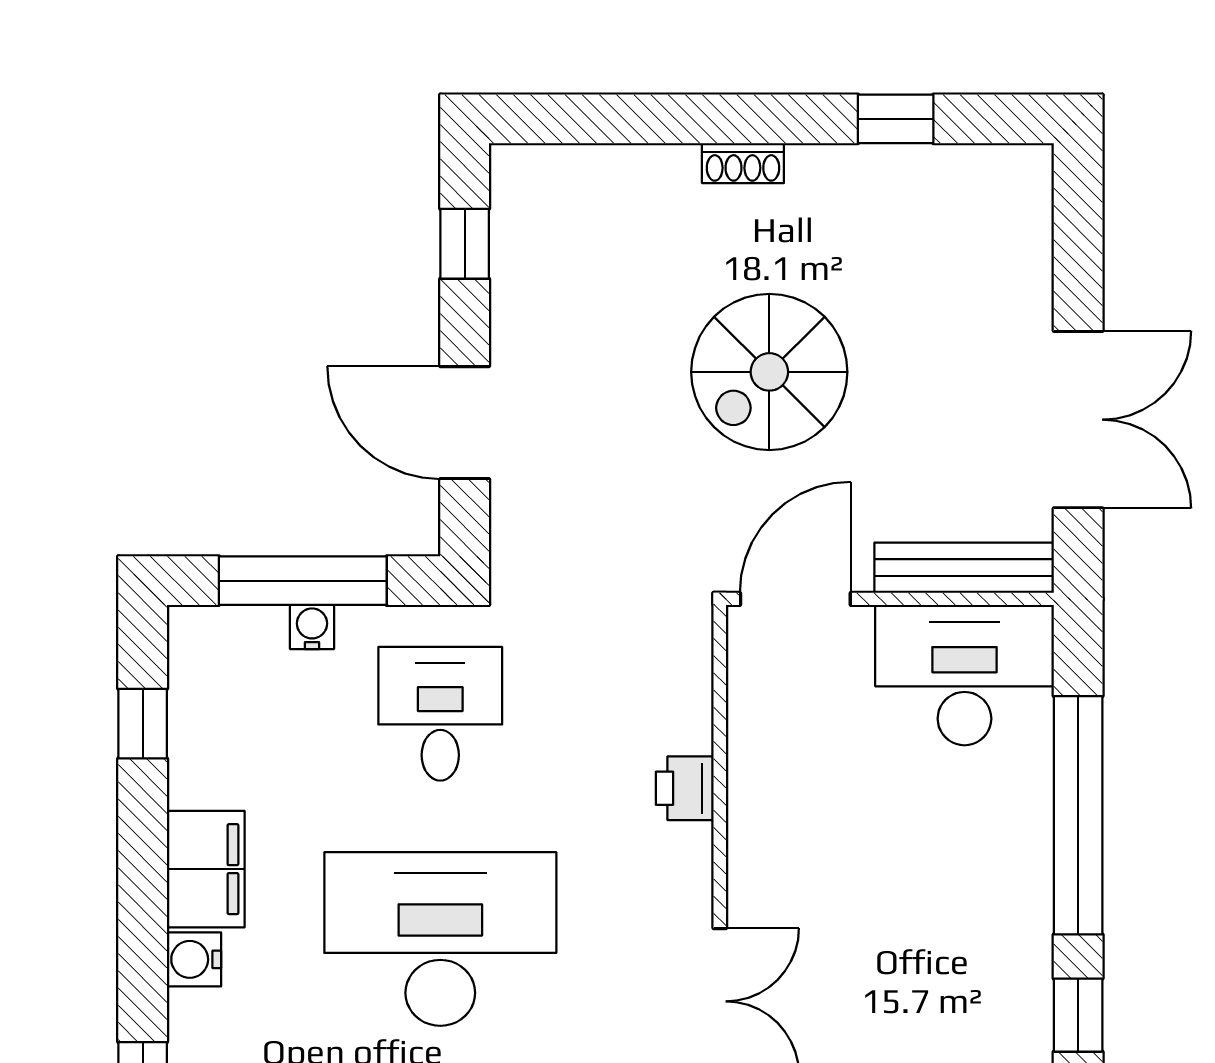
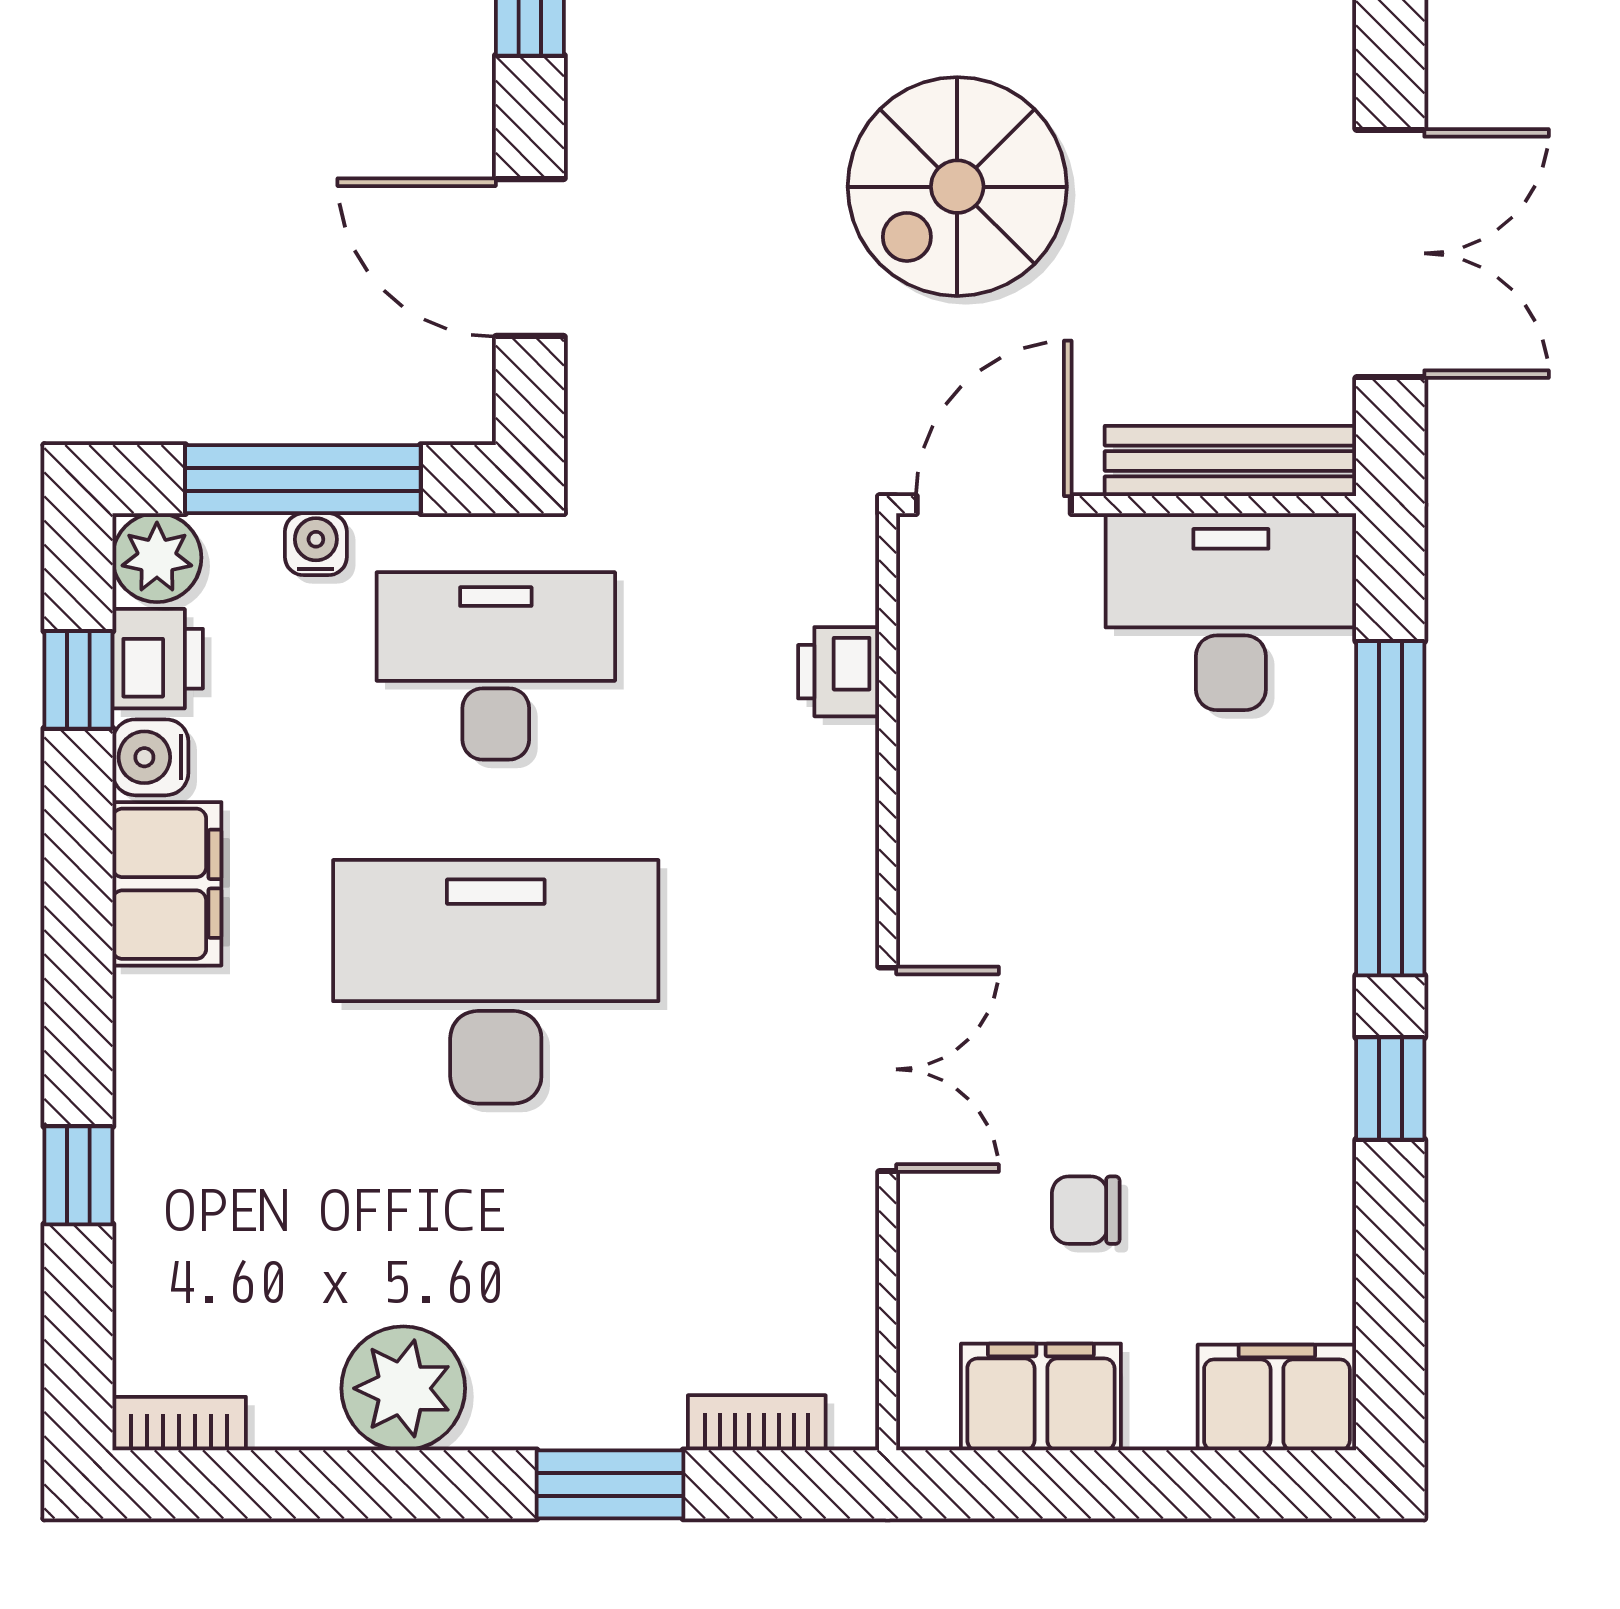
plant: (199, 637) -> (157, 558), added
printer: (199, 709) -> (158, 659), added
desk: (440, 714) -> (496, 666), width x1.37
printer: (685, 788) -> (839, 672), moved
water cooler: (194, 959) -> (150, 757), moved

